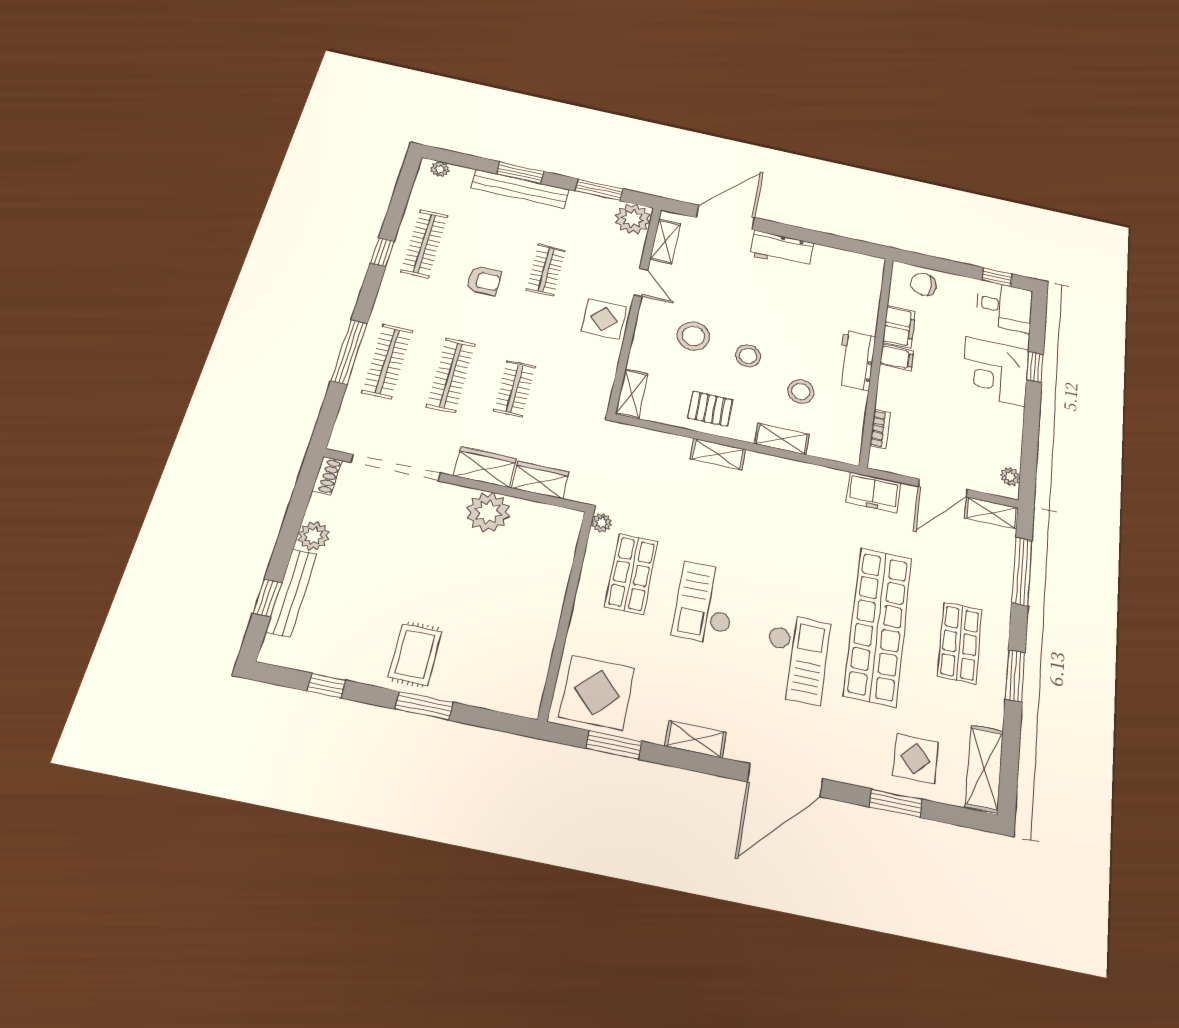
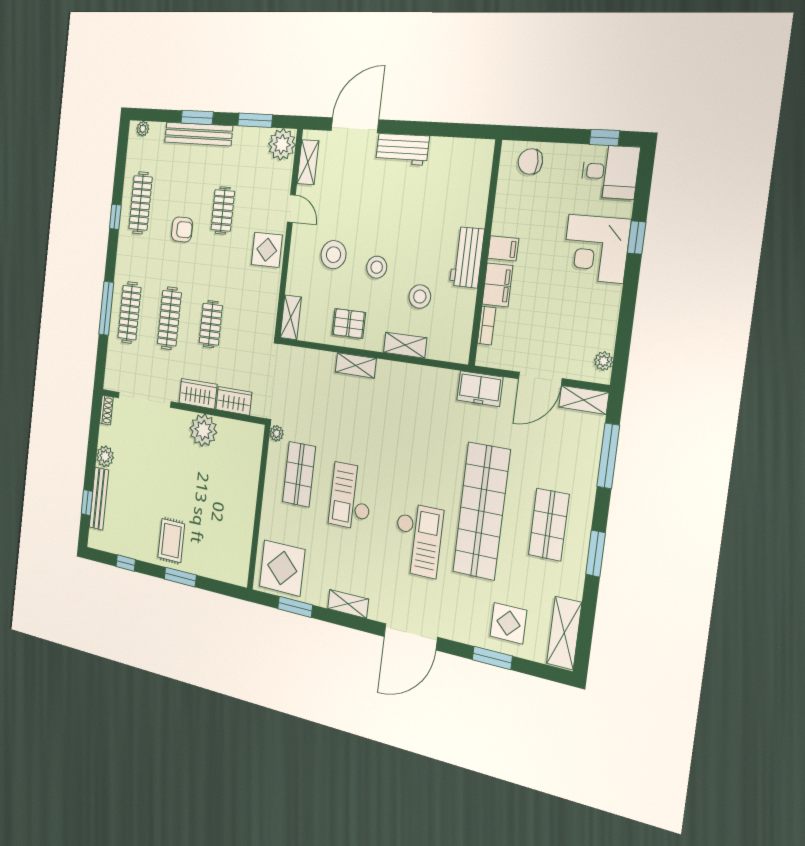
filing cabinet: (899, 327) -> (497, 285), moved

